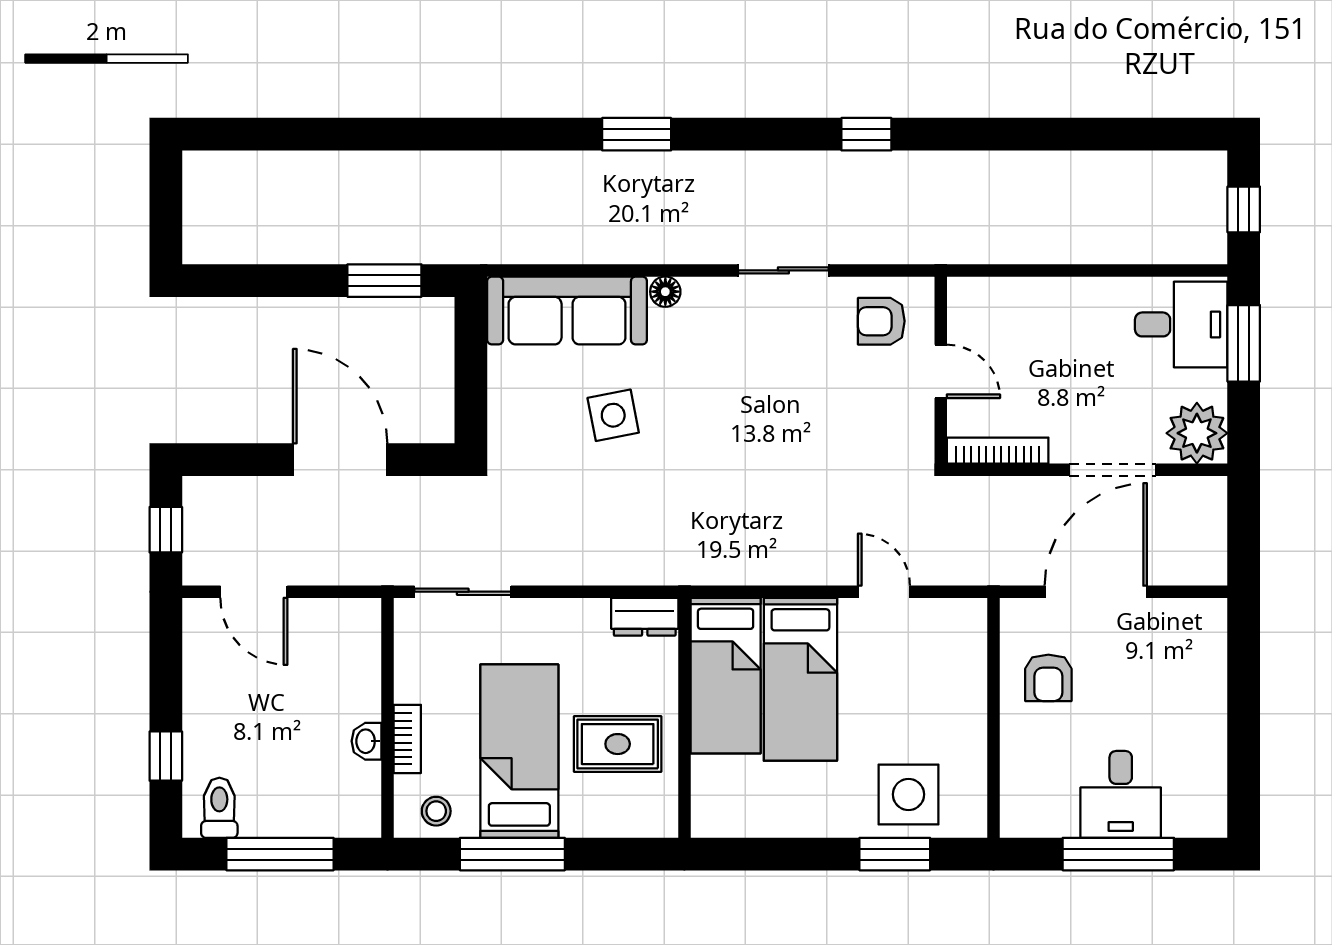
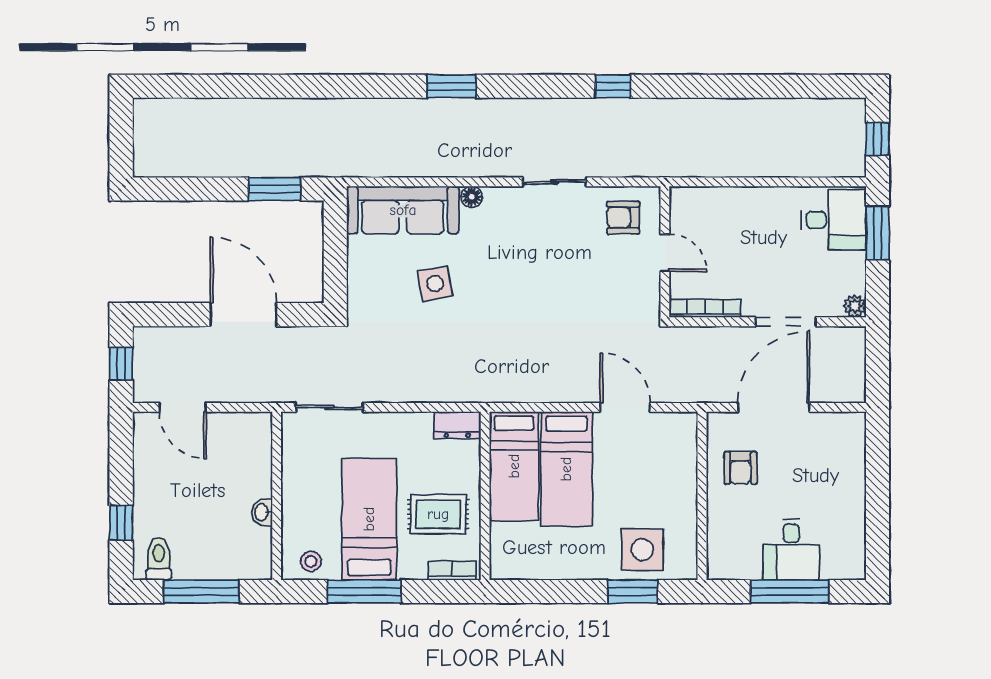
plant: (1197, 433) -> (855, 306), width x0.53, depth x0.53
door: (884, 592) -> (625, 407), width x1.38
bookcase: (407, 739) -> (452, 571), moved, turned -90

